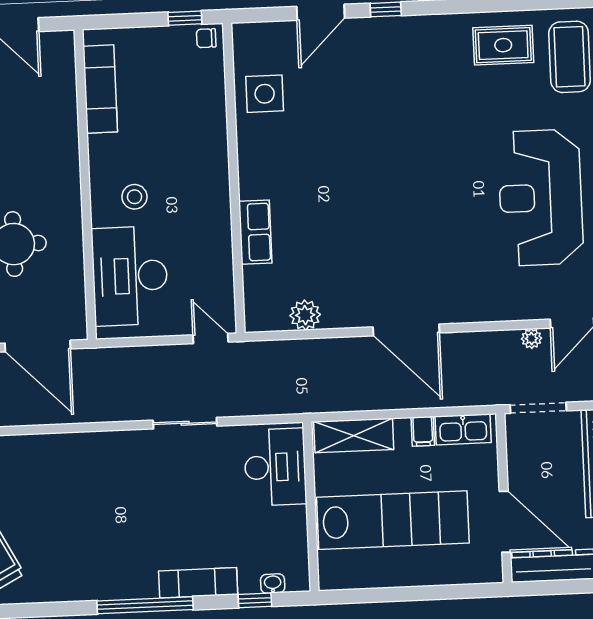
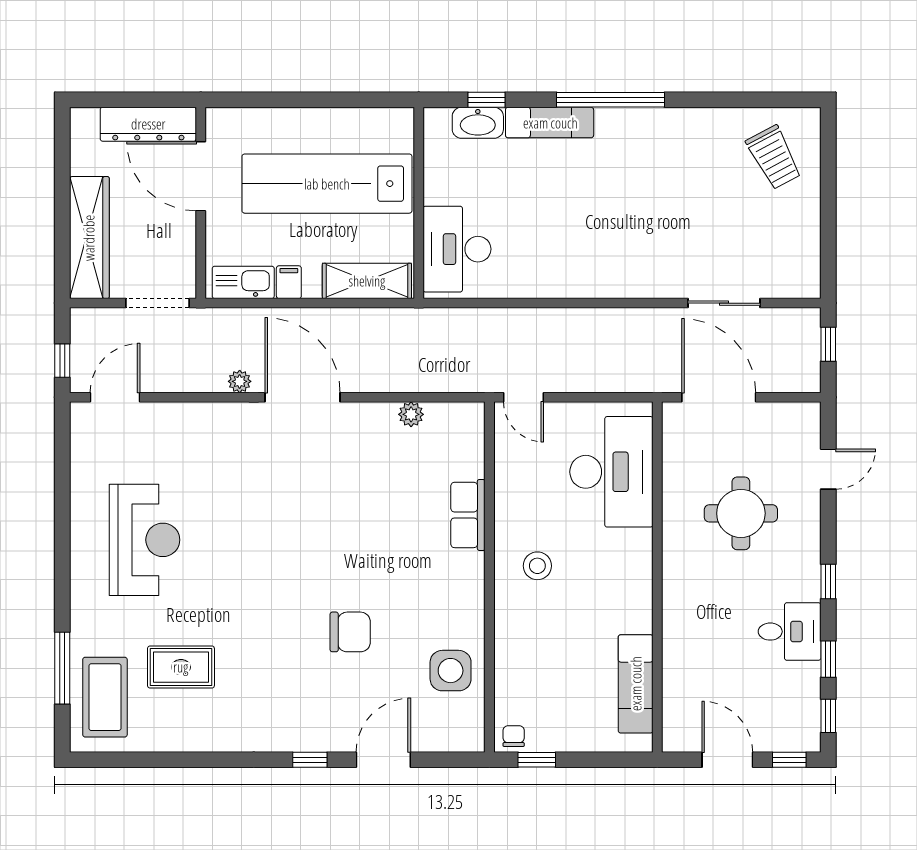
chair: (206, 38) -> (514, 736), turned -90
rug: (503, 45) -> (181, 667), moved
chair: (355, 124) -> (350, 632), added
stool: (135, 197) -> (537, 566), moved
reception desk: (541, 198) -> (145, 540), width x0.74, depth x0.77
plant: (305, 315) -> (411, 414), width x0.73, depth x0.73
plant: (532, 339) -> (240, 381), moved
sliding door: (185, 423) -> (724, 303), moved
washbasin: (273, 584) -> (478, 123), width x1.91, depth x1.45

